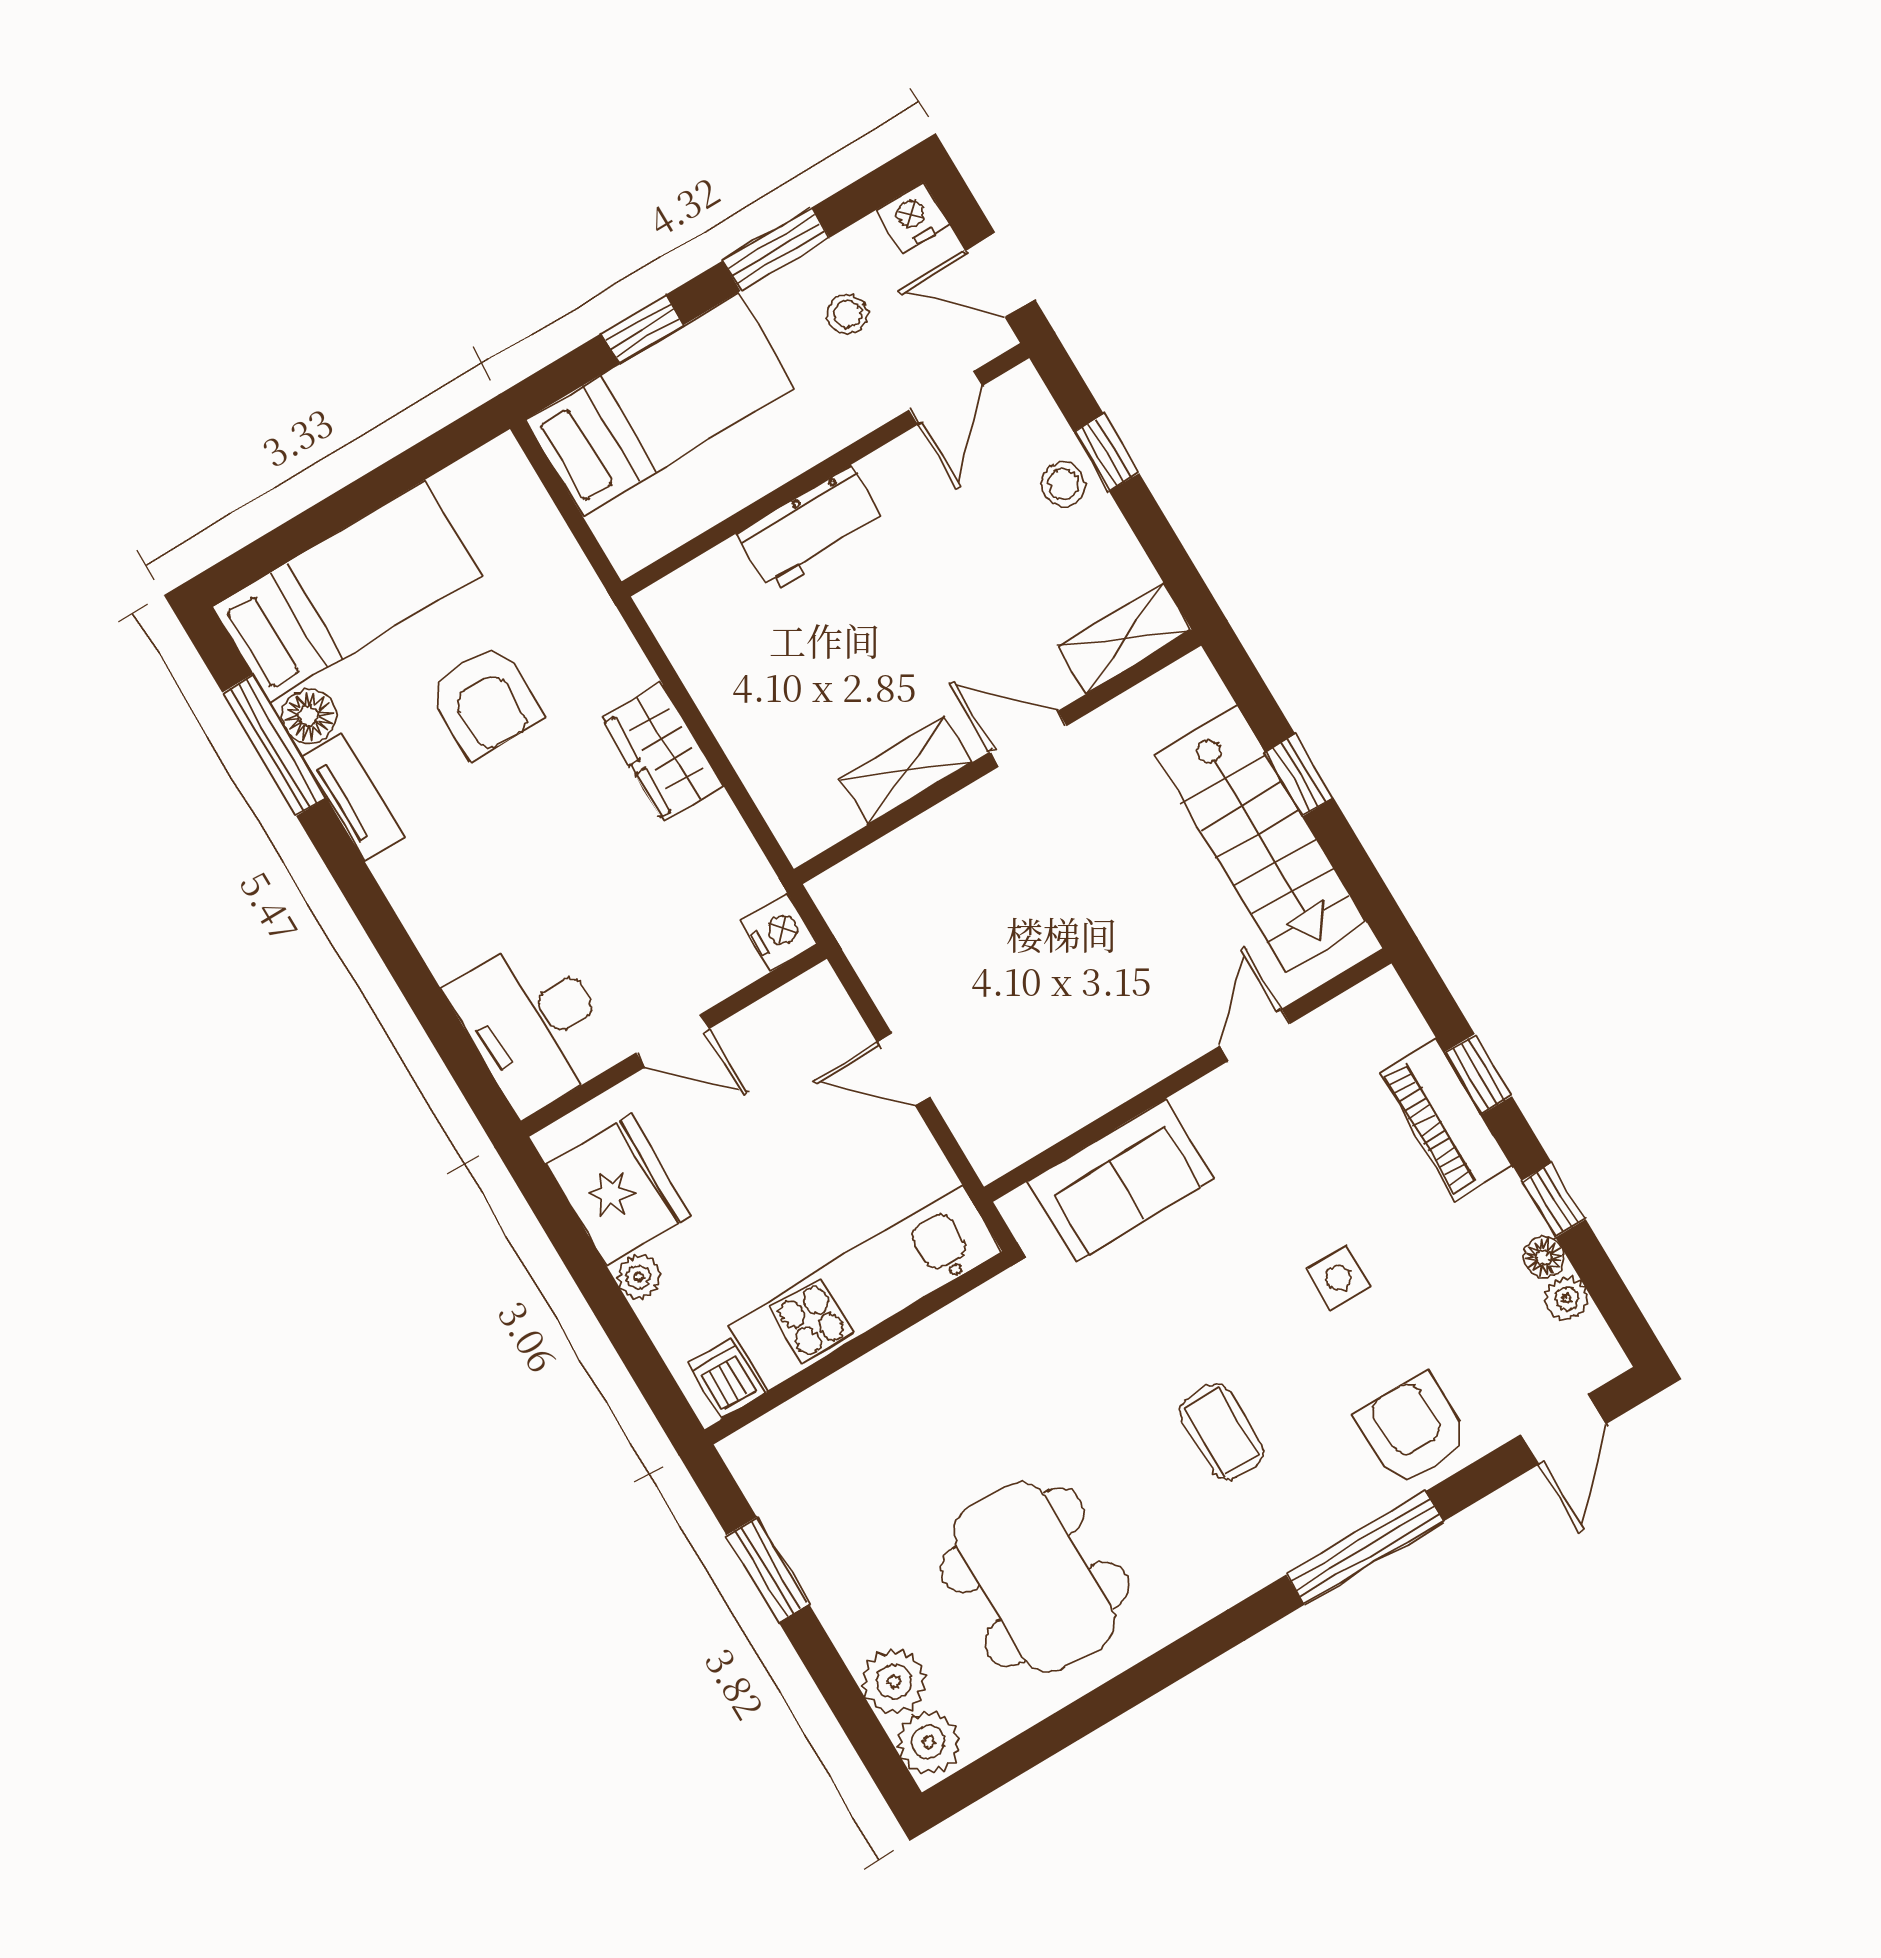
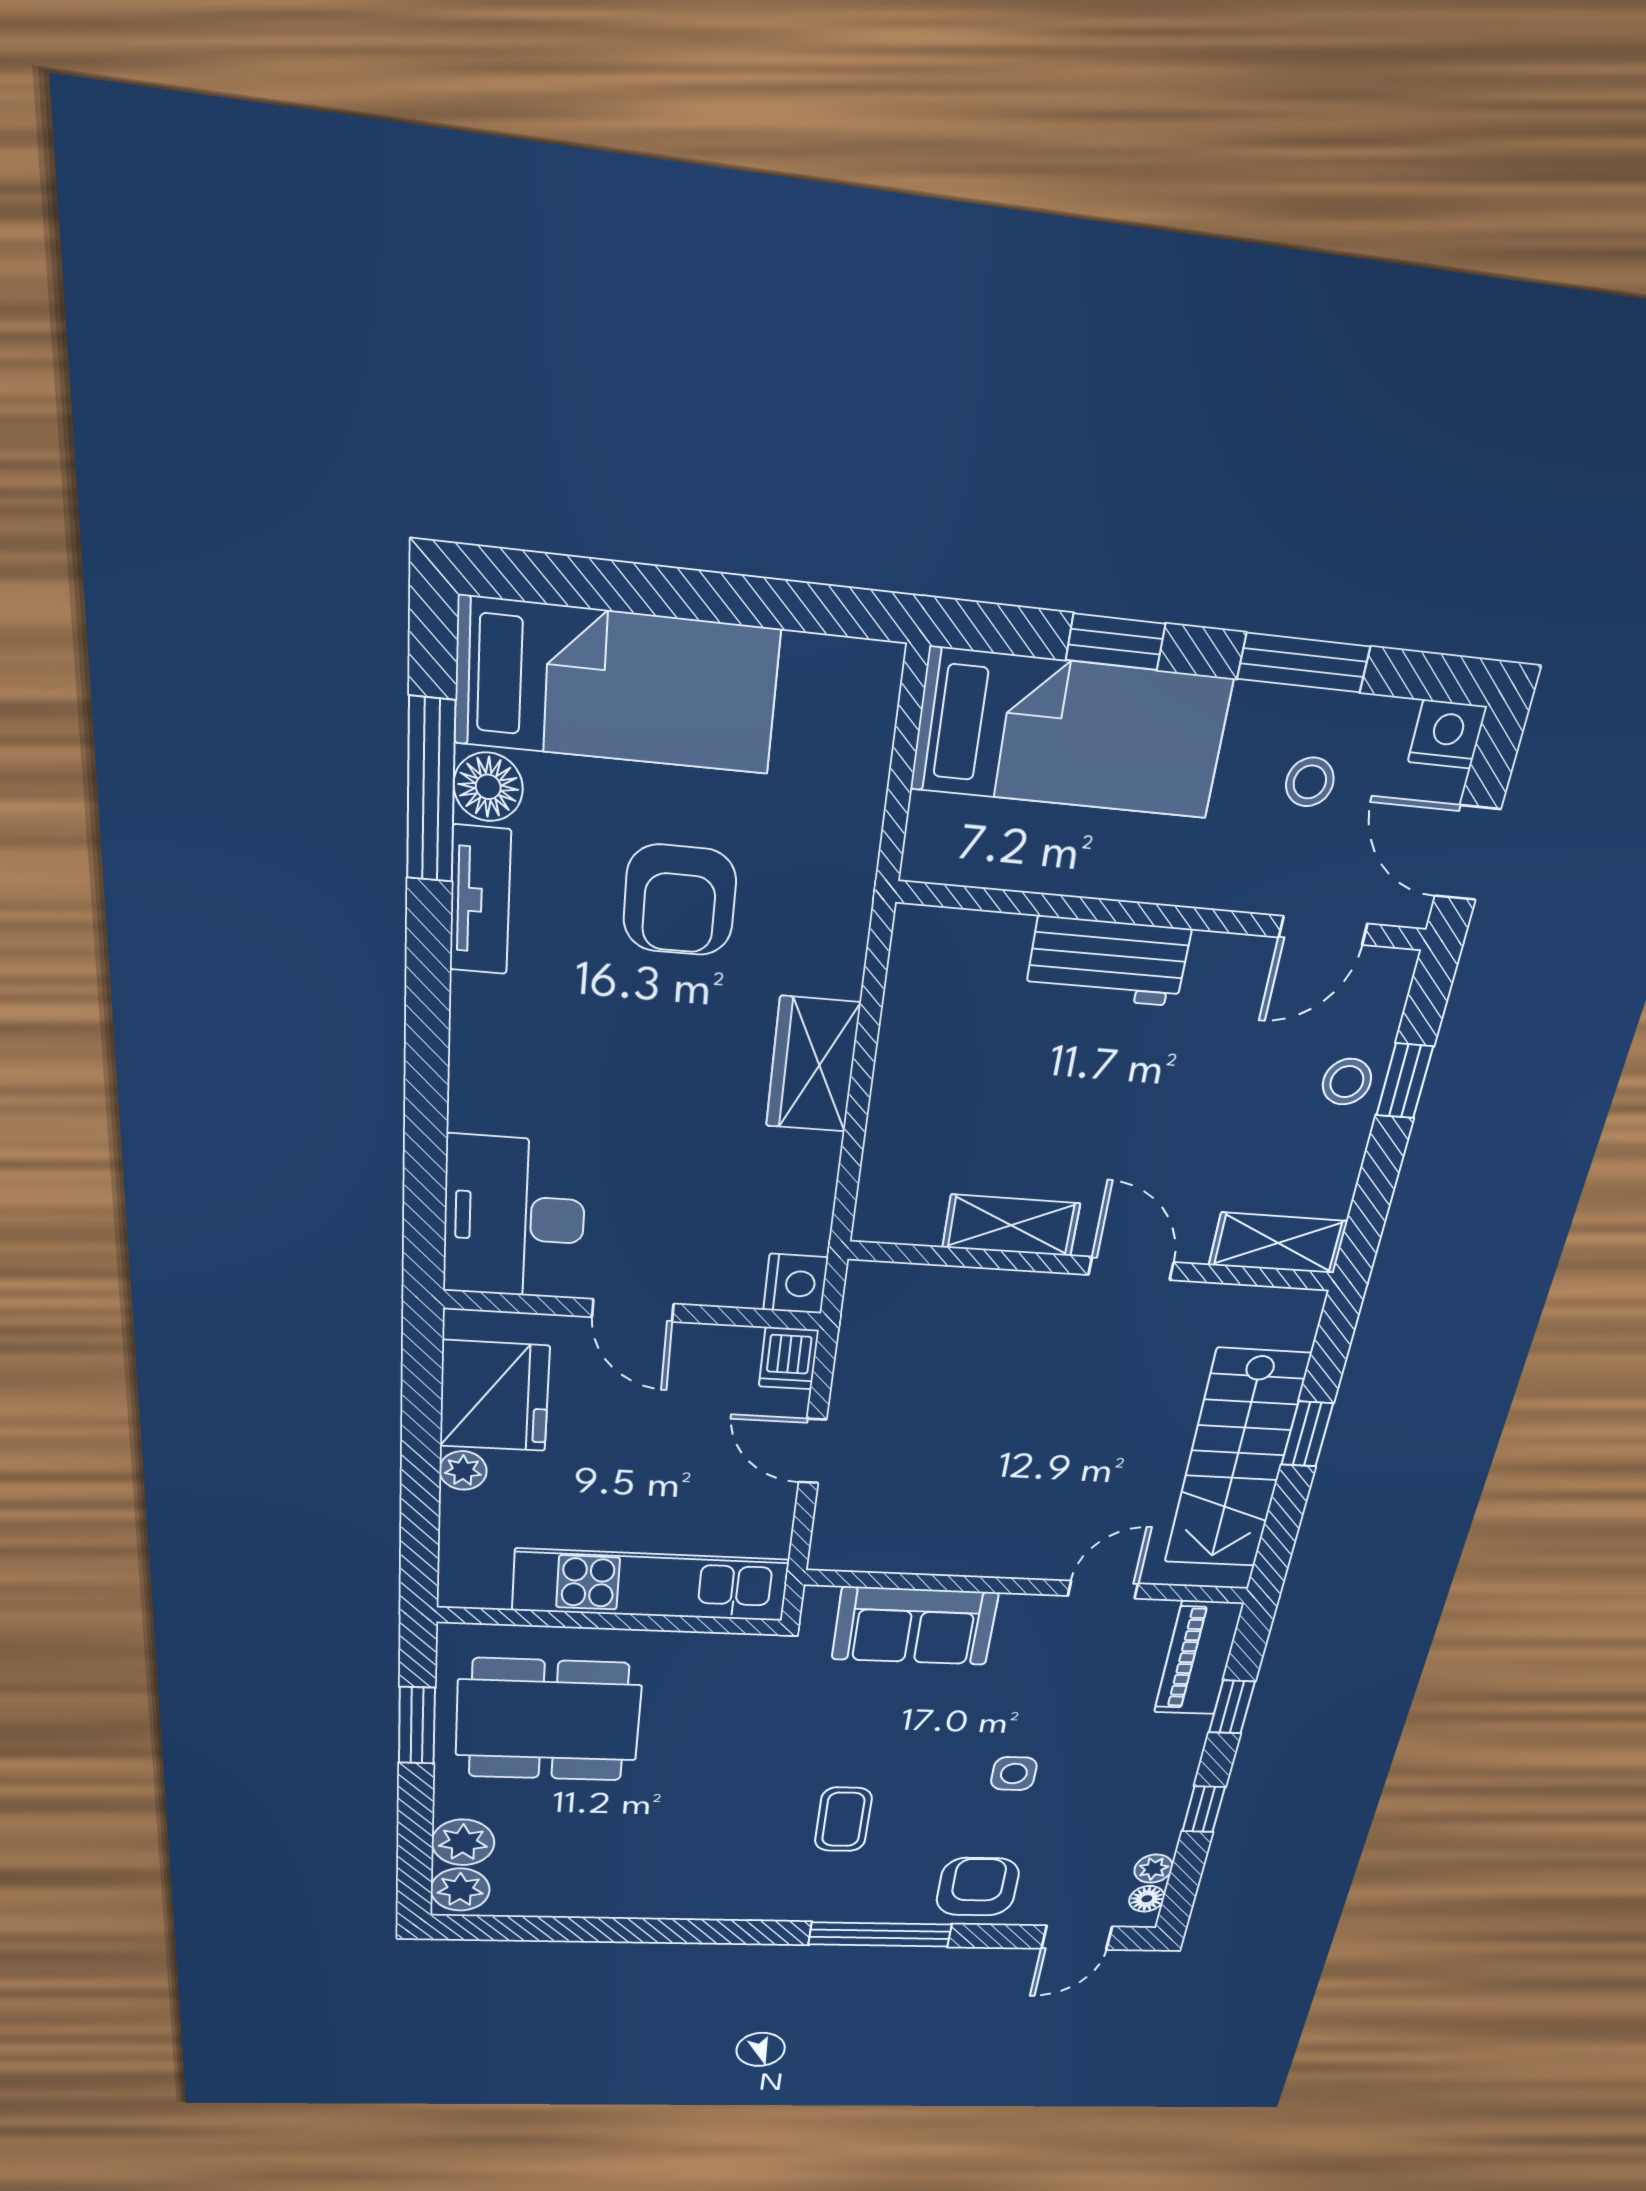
piano: (1446, 1120) -> (1199, 1658), moved
floor lamp: (1544, 1257) -> (1147, 1899), moved
dishwasher: (726, 1379) -> (789, 1358), moved, turned 180
dining table: (1035, 1577) -> (548, 1720), moved, turned 90

